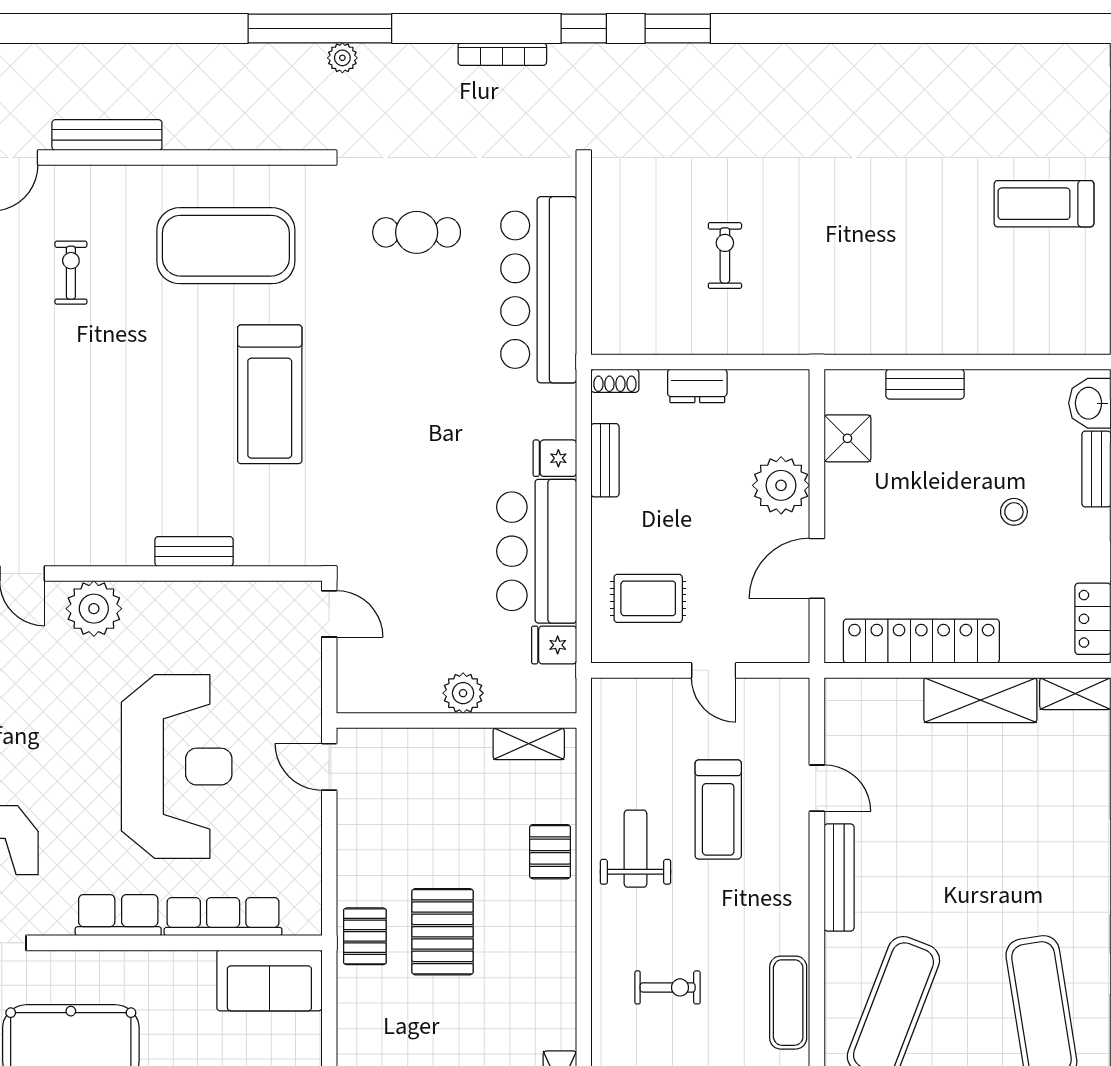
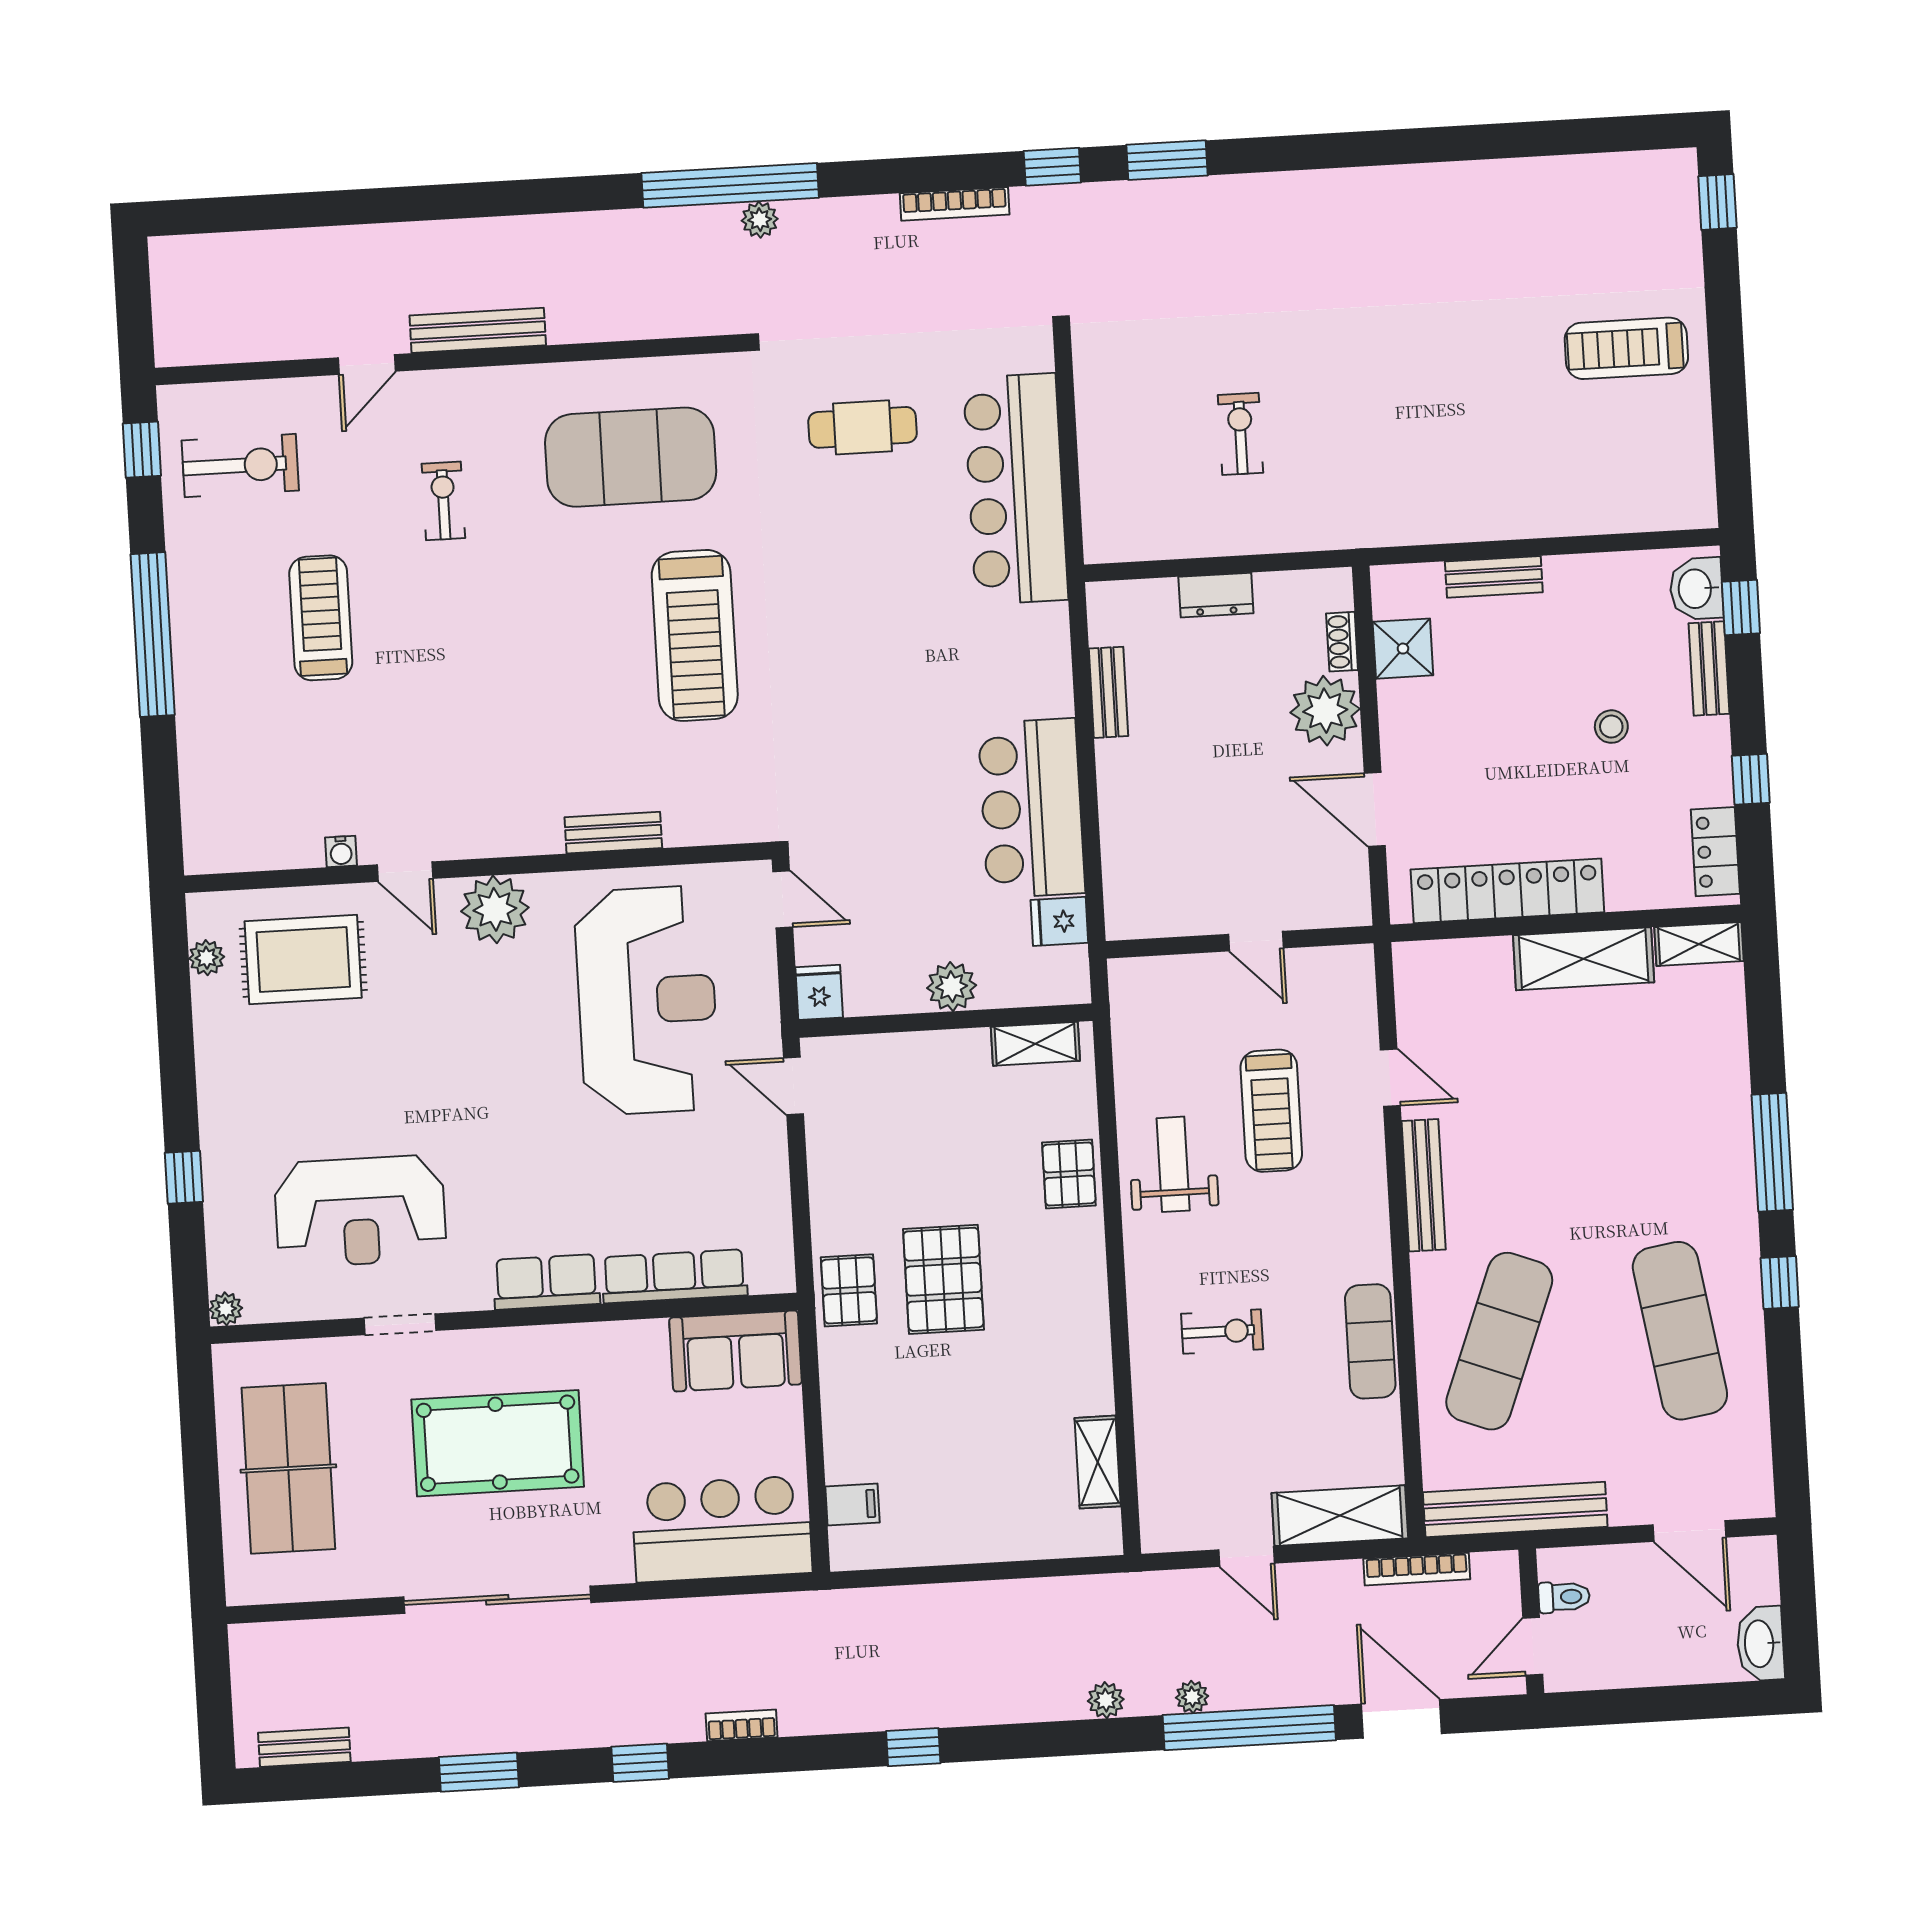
shoe rack: (615, 381) -> (1342, 642), moved, turned 90
fridge: (555, 458) -> (819, 992), moved, turned 90
door: (817, 568) -> (1375, 809), hinge flipped
rug: (648, 598) -> (1171, 858), removed
reception desk: (177, 767) -> (647, 1000), moved

